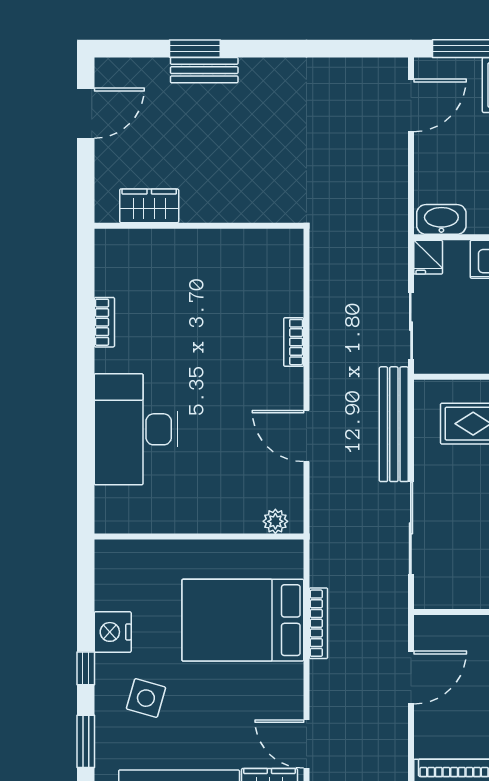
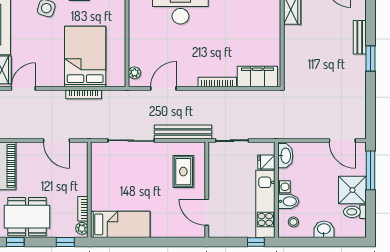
window: (195, 49) -> (371, 59), moved
fridge: (428, 257) -> (266, 162), moved
filing cabinet: (283, 275) -> (257, 77), added
bookcase: (294, 342) -> (217, 82), width x1.56
door: (306, 436) -> (163, 88), moved

